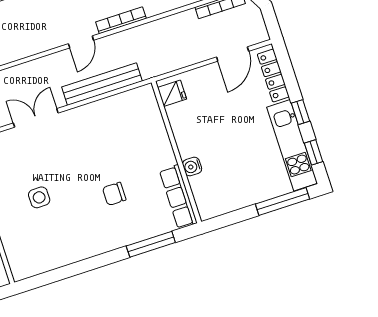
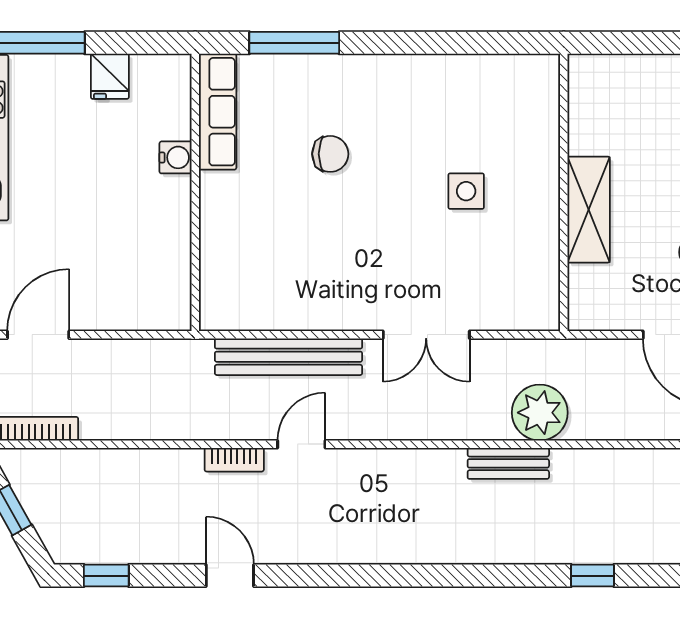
bookcase: (121, 20) -> (234, 460), width x0.64
fridge: (172, 93) -> (110, 76), moved, turned -90

